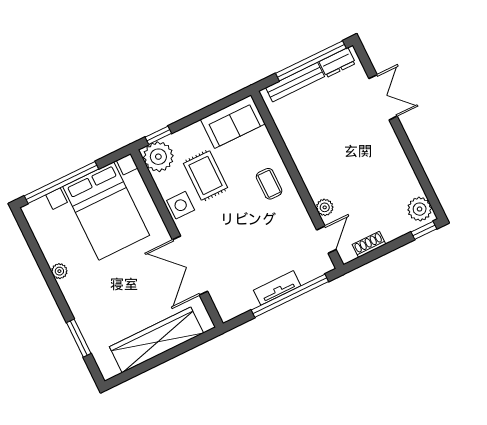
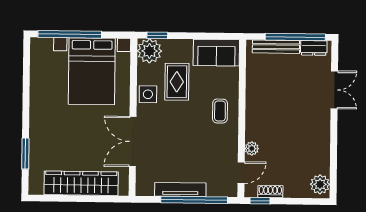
window: (424, 230) -> (260, 201), moved
plant: (59, 271) -> (36, 98), removed
tv unit: (277, 288) -> (180, 189), width x1.41

